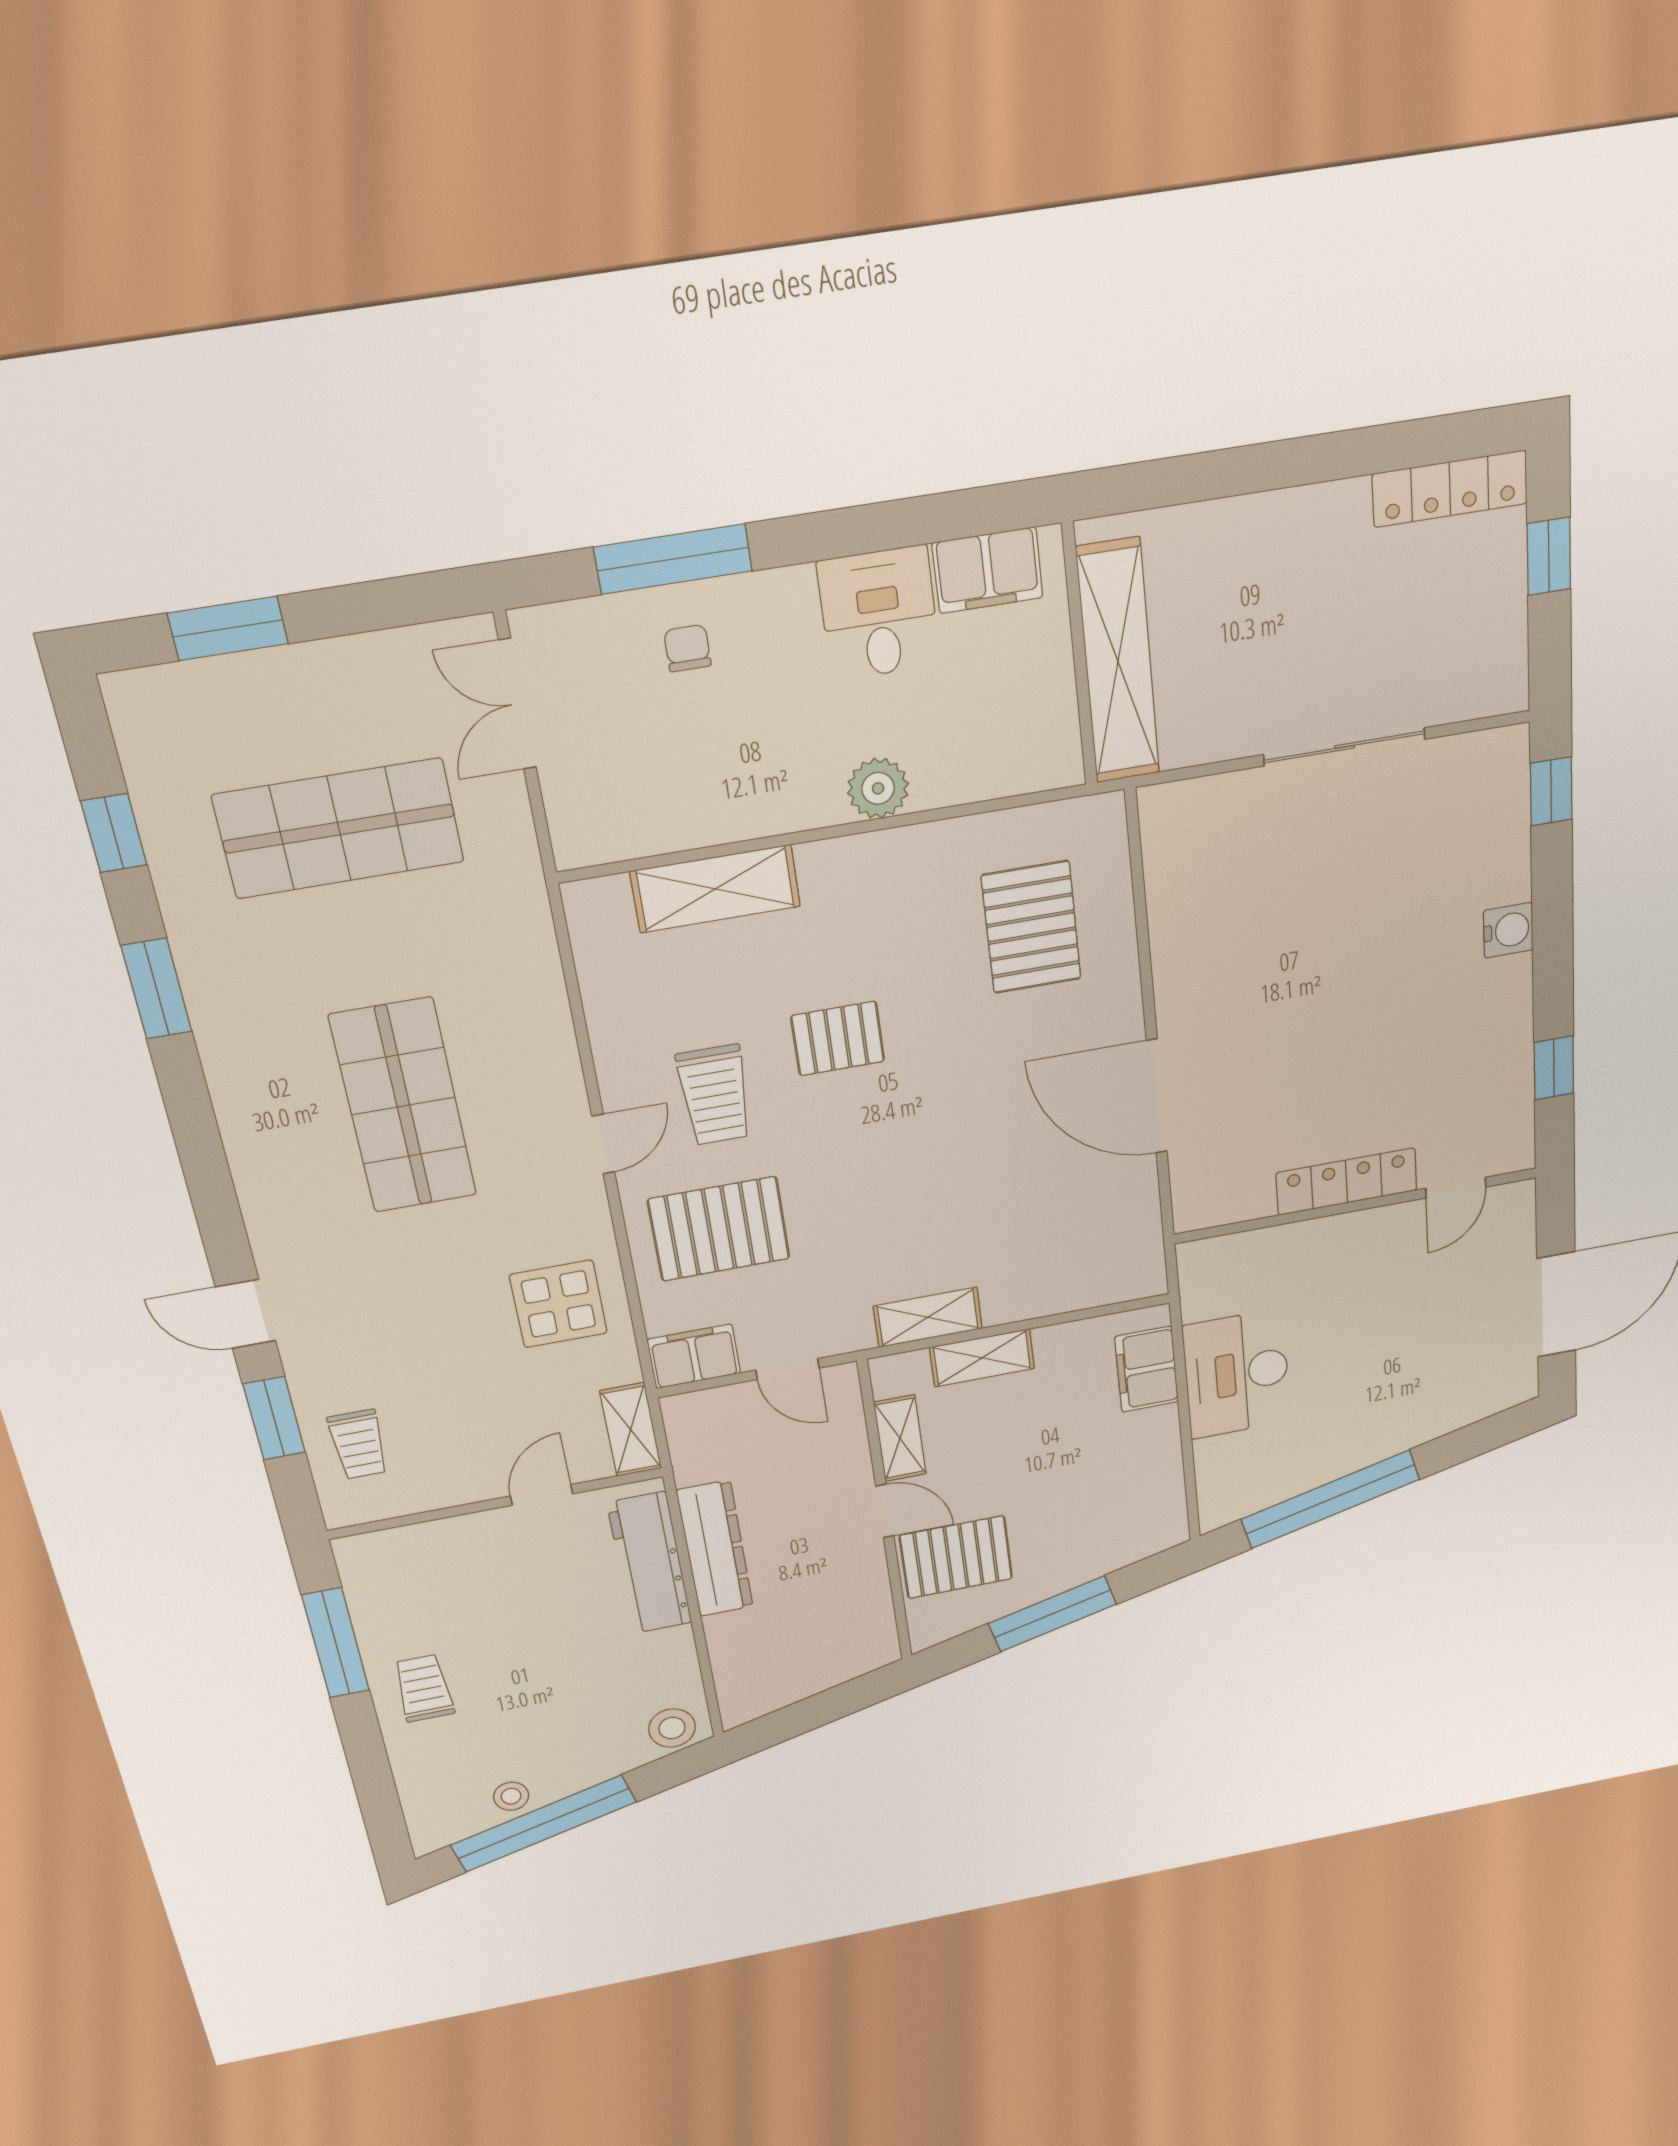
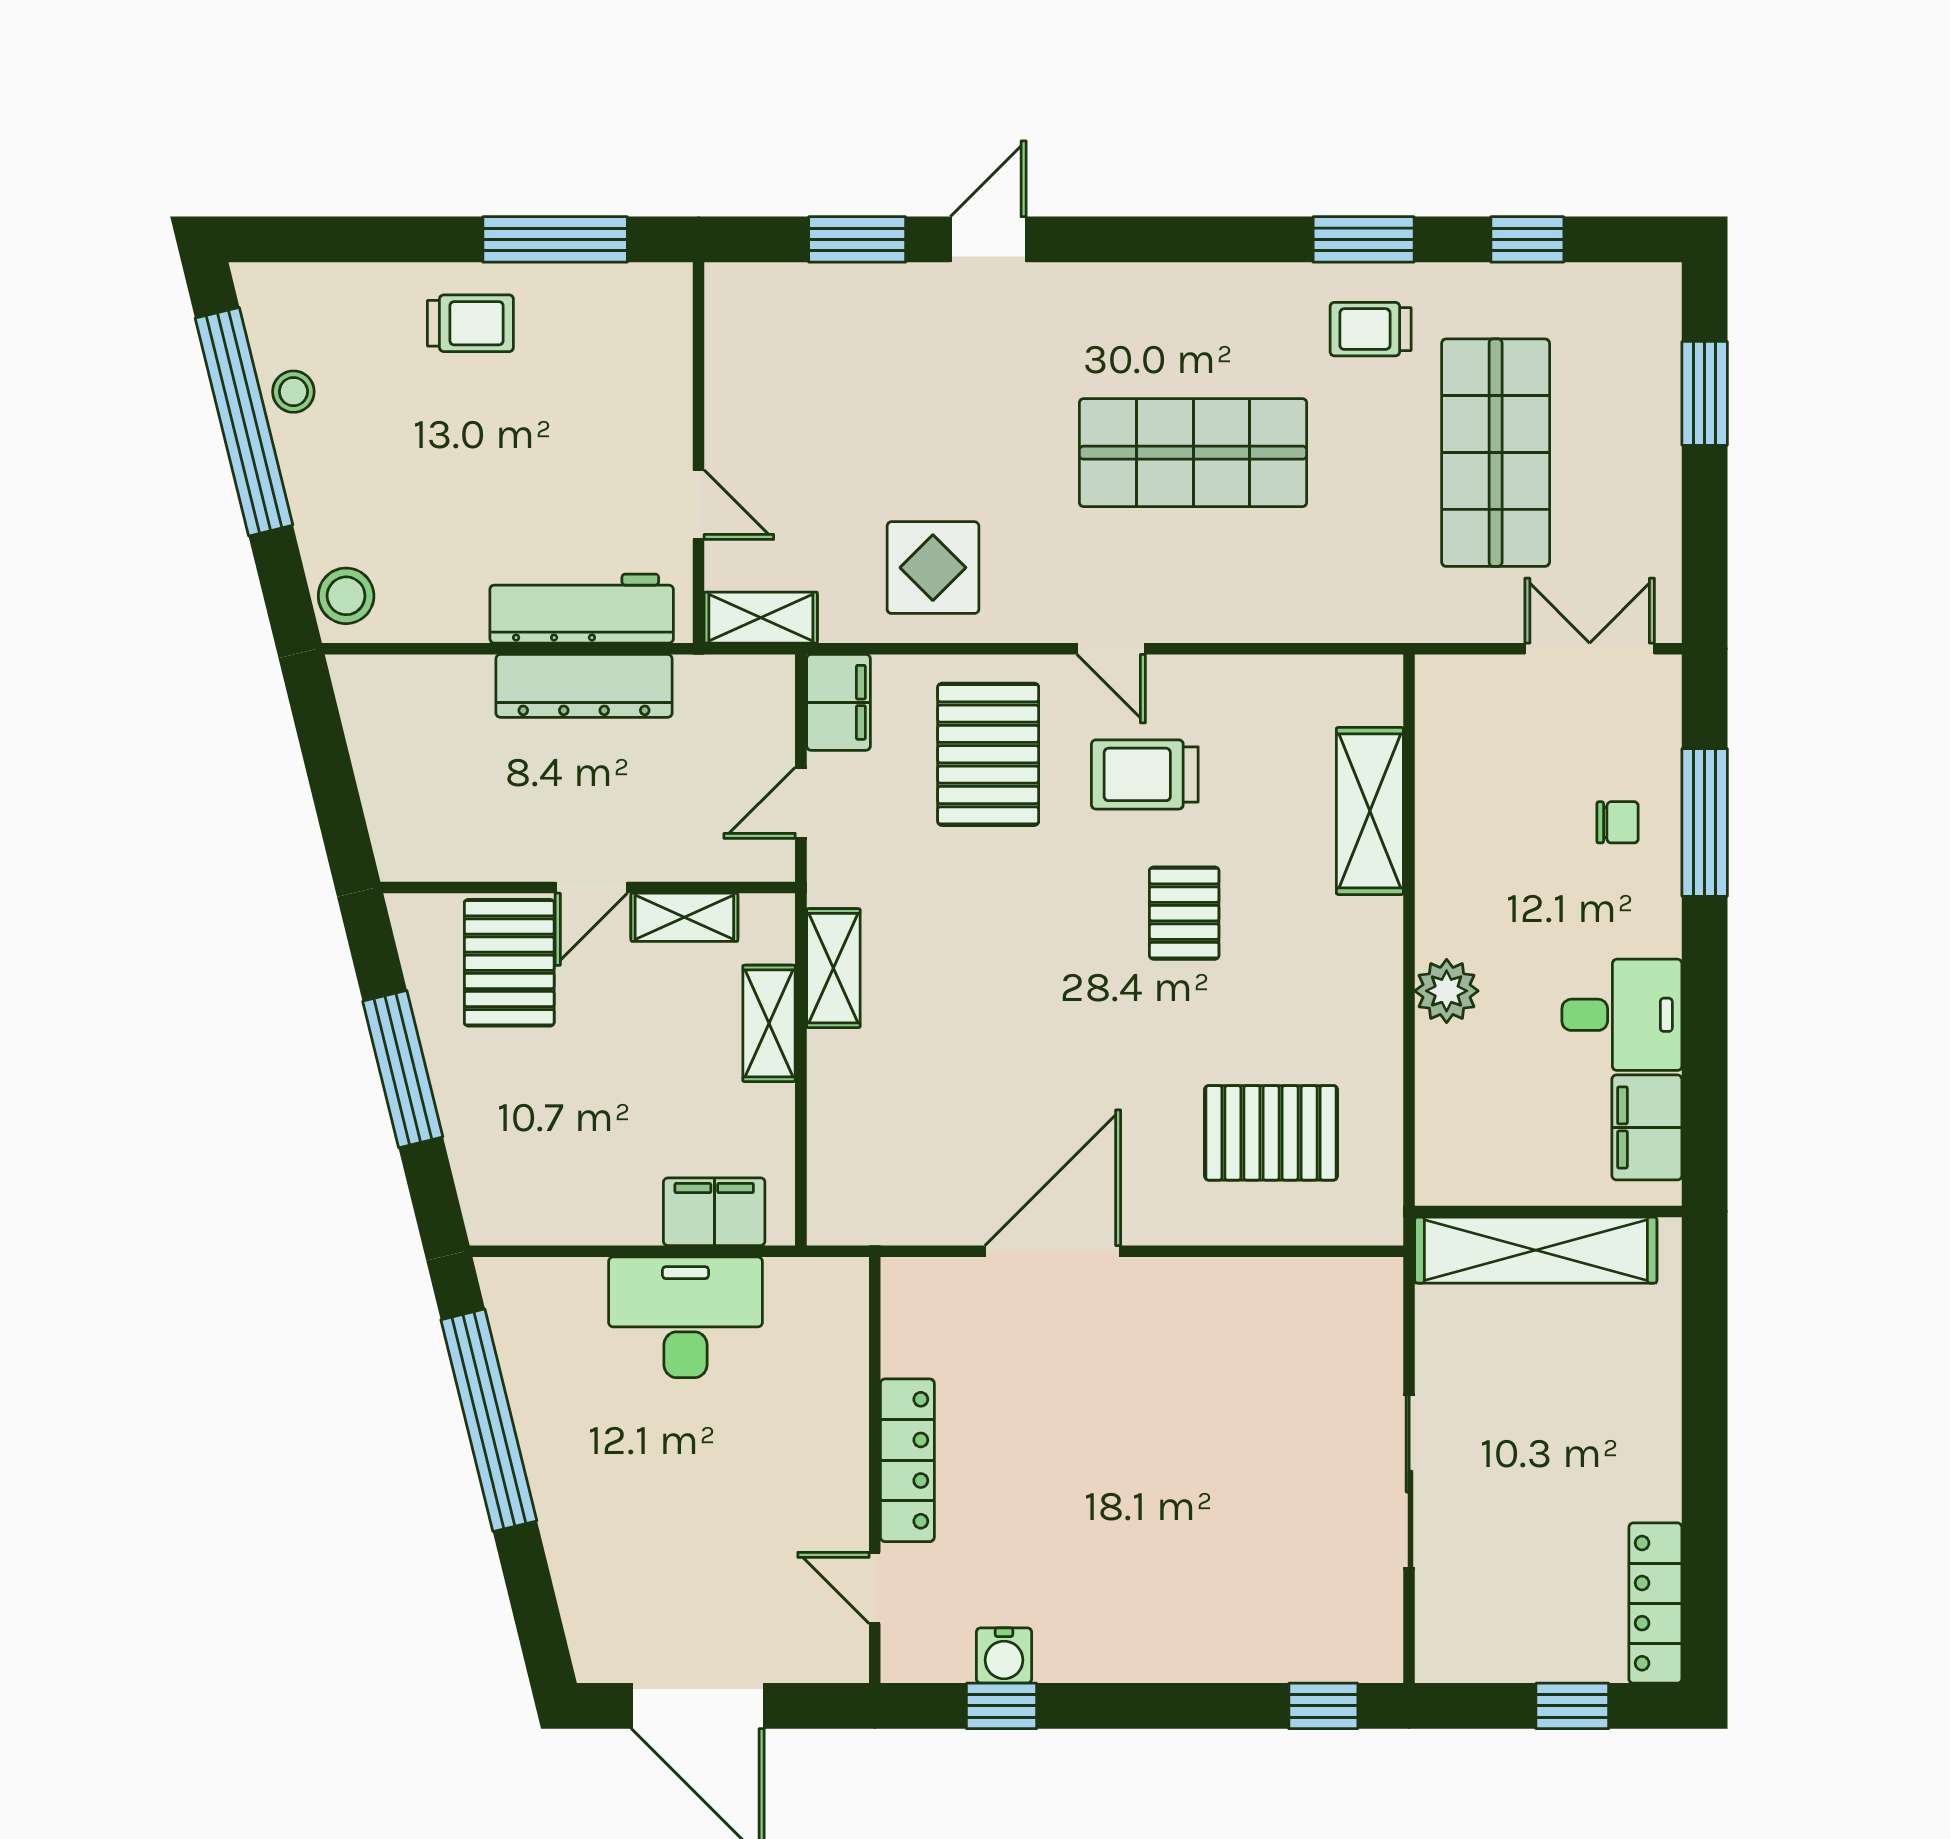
water cooler: (1508, 930) -> (1004, 1656), moved
trolley: (358, 1444) -> (1371, 329), moved

